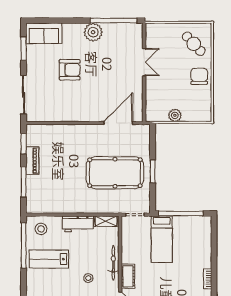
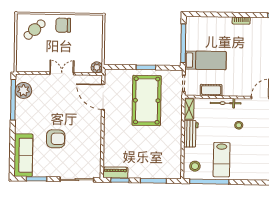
plant: (93, 32) -> (23, 90), moved
sofa: (44, 33) -> (23, 155), width x1.36
double door: (144, 62) -> (62, 73), moved
armchair: (70, 70) -> (56, 139), turned 90
plant: (175, 115) -> (97, 67), moved
piano: (32, 161) -> (115, 173), moved
cot: (128, 276) -> (211, 90), moved

